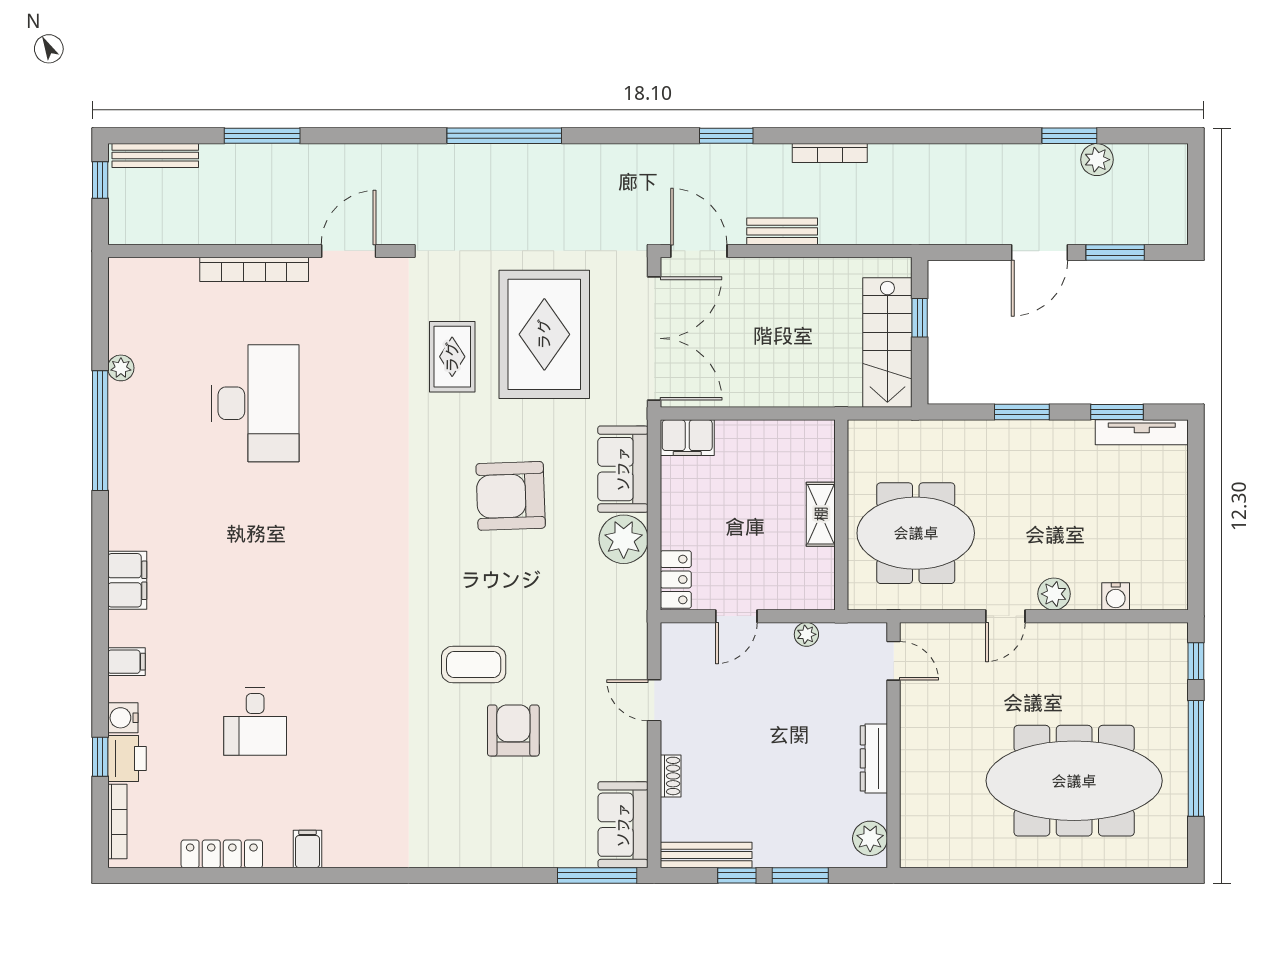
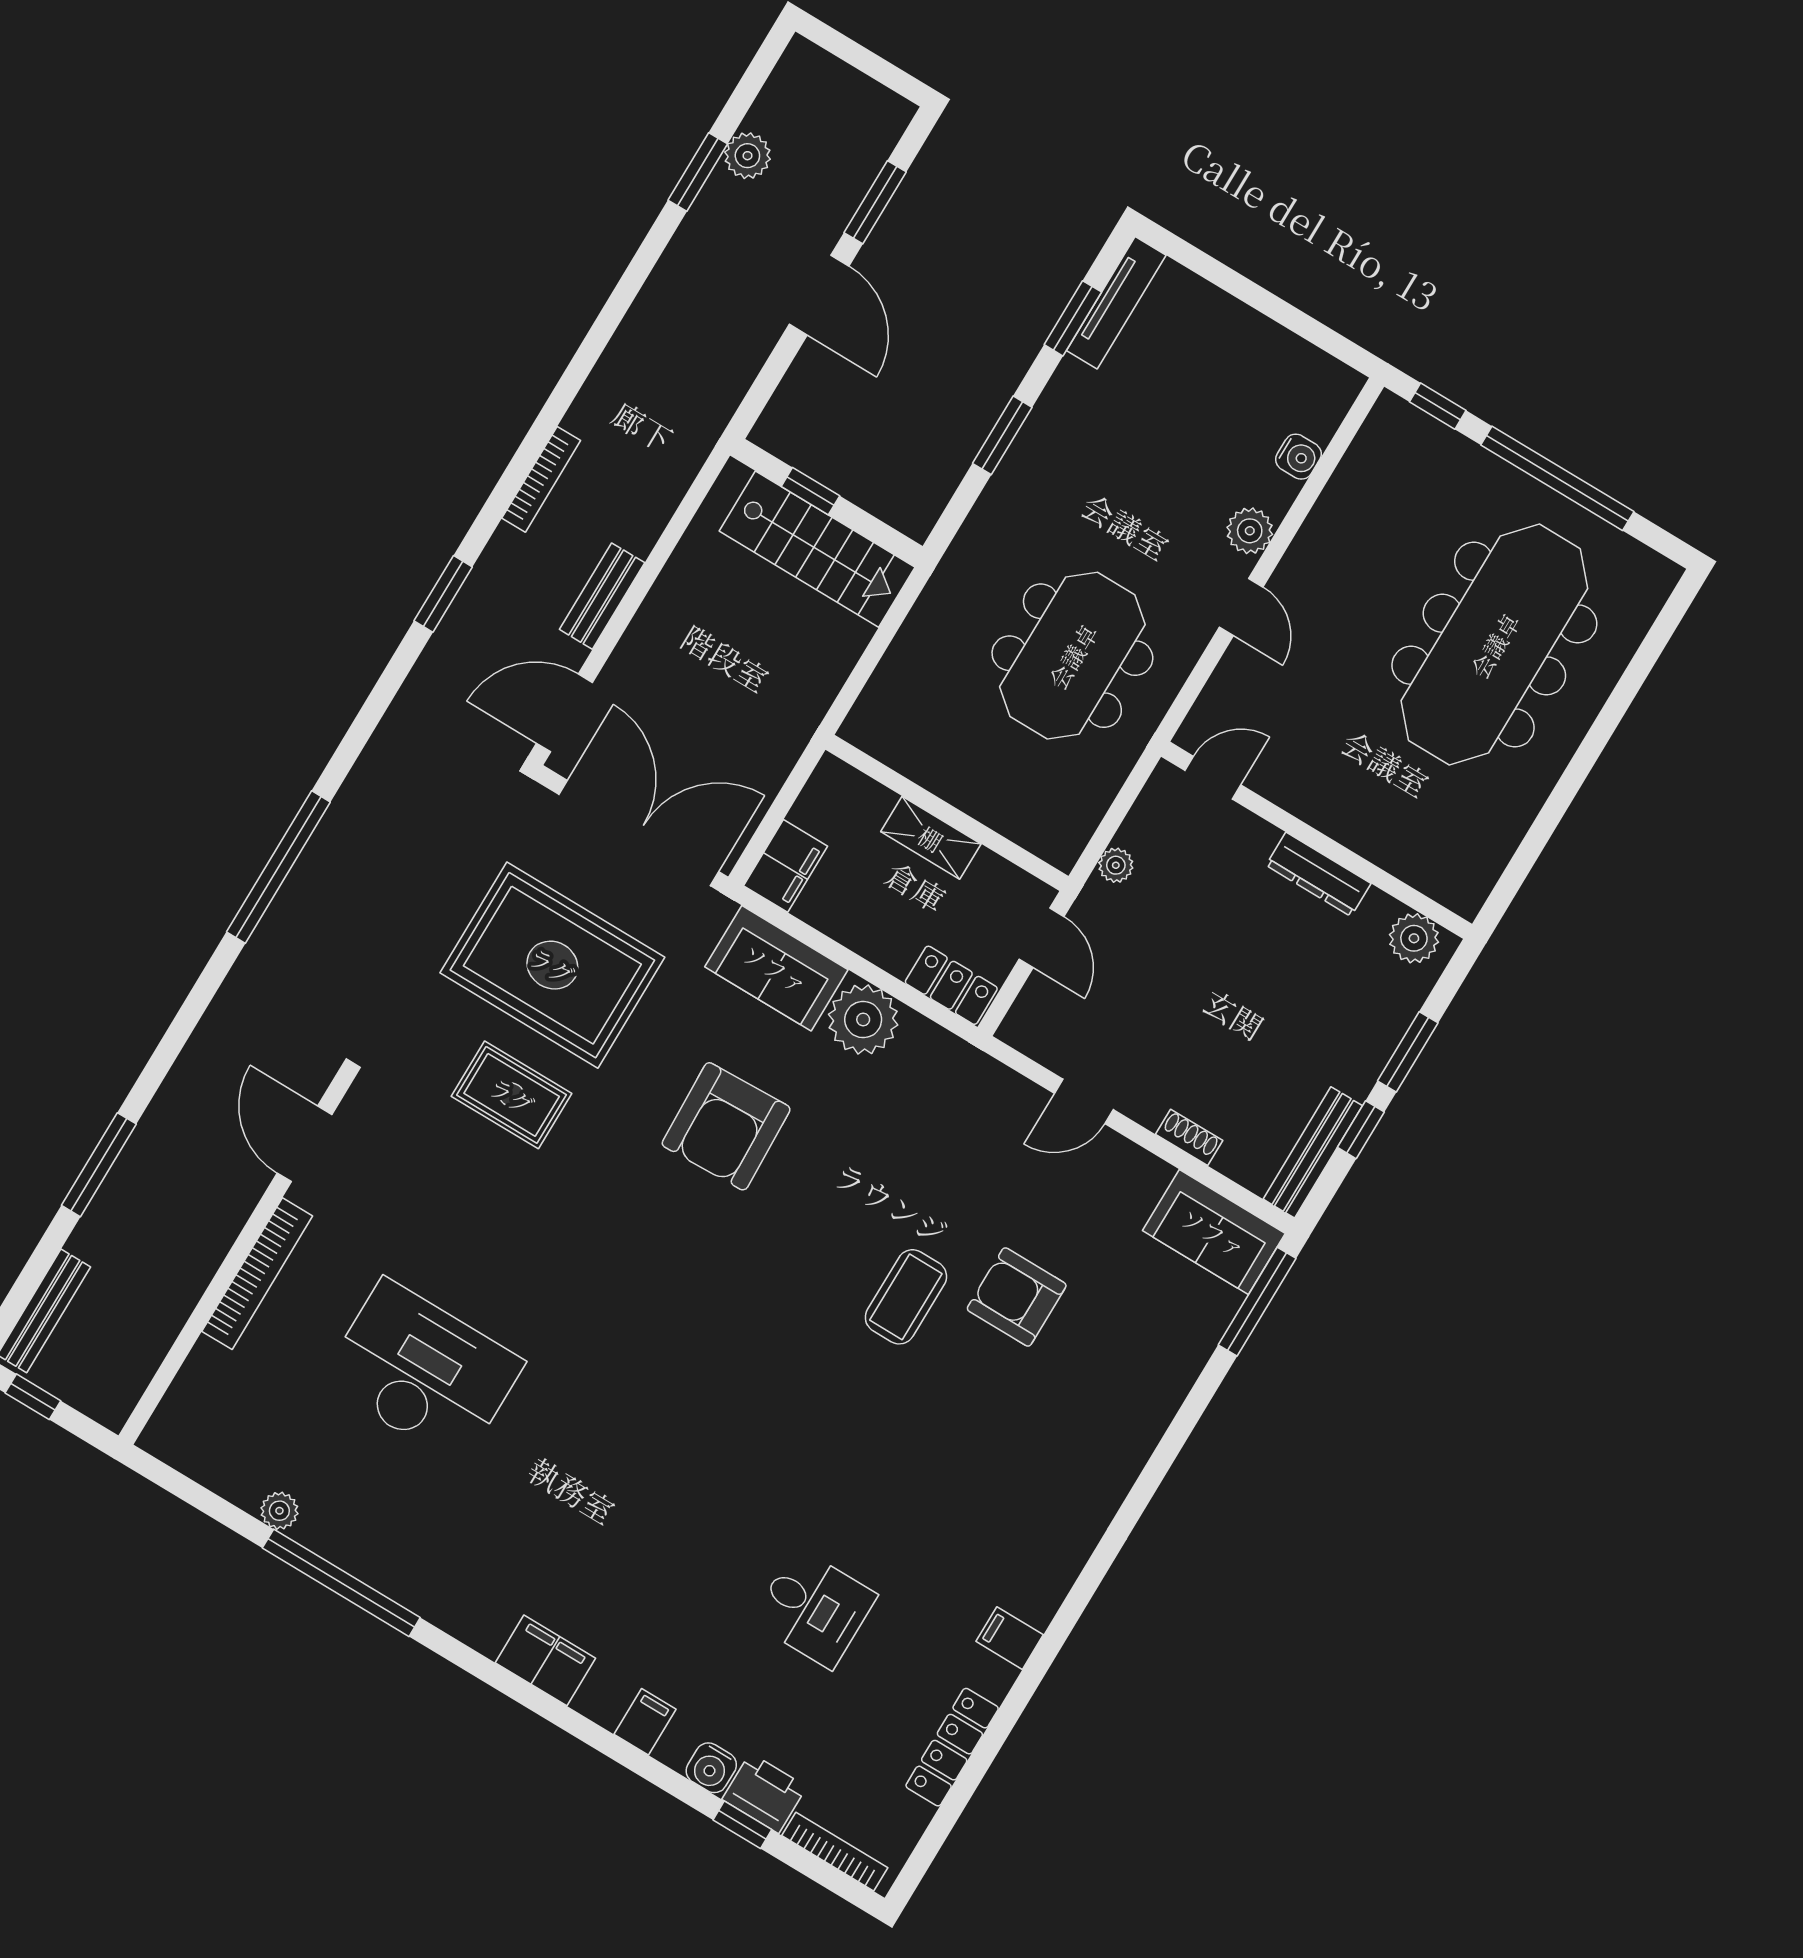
shelving: (821, 514) -> (931, 838), moved
wall: (841, 515) -> (947, 813), moved

